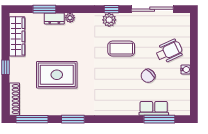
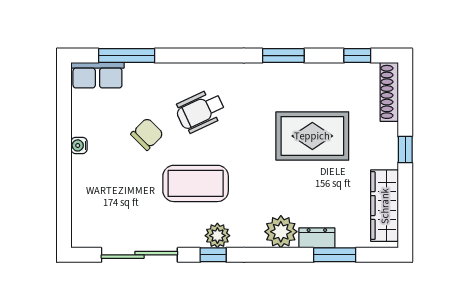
plant: (70, 18) -> (281, 232), width x1.88, depth x1.88
coffee table: (121, 49) -> (196, 183), width x1.36, depth x1.32
wheelchair: (169, 51) -> (200, 111), moved
row of seats: (154, 108) -> (97, 75), moved
window: (32, 119) -> (357, 56), width x0.46

